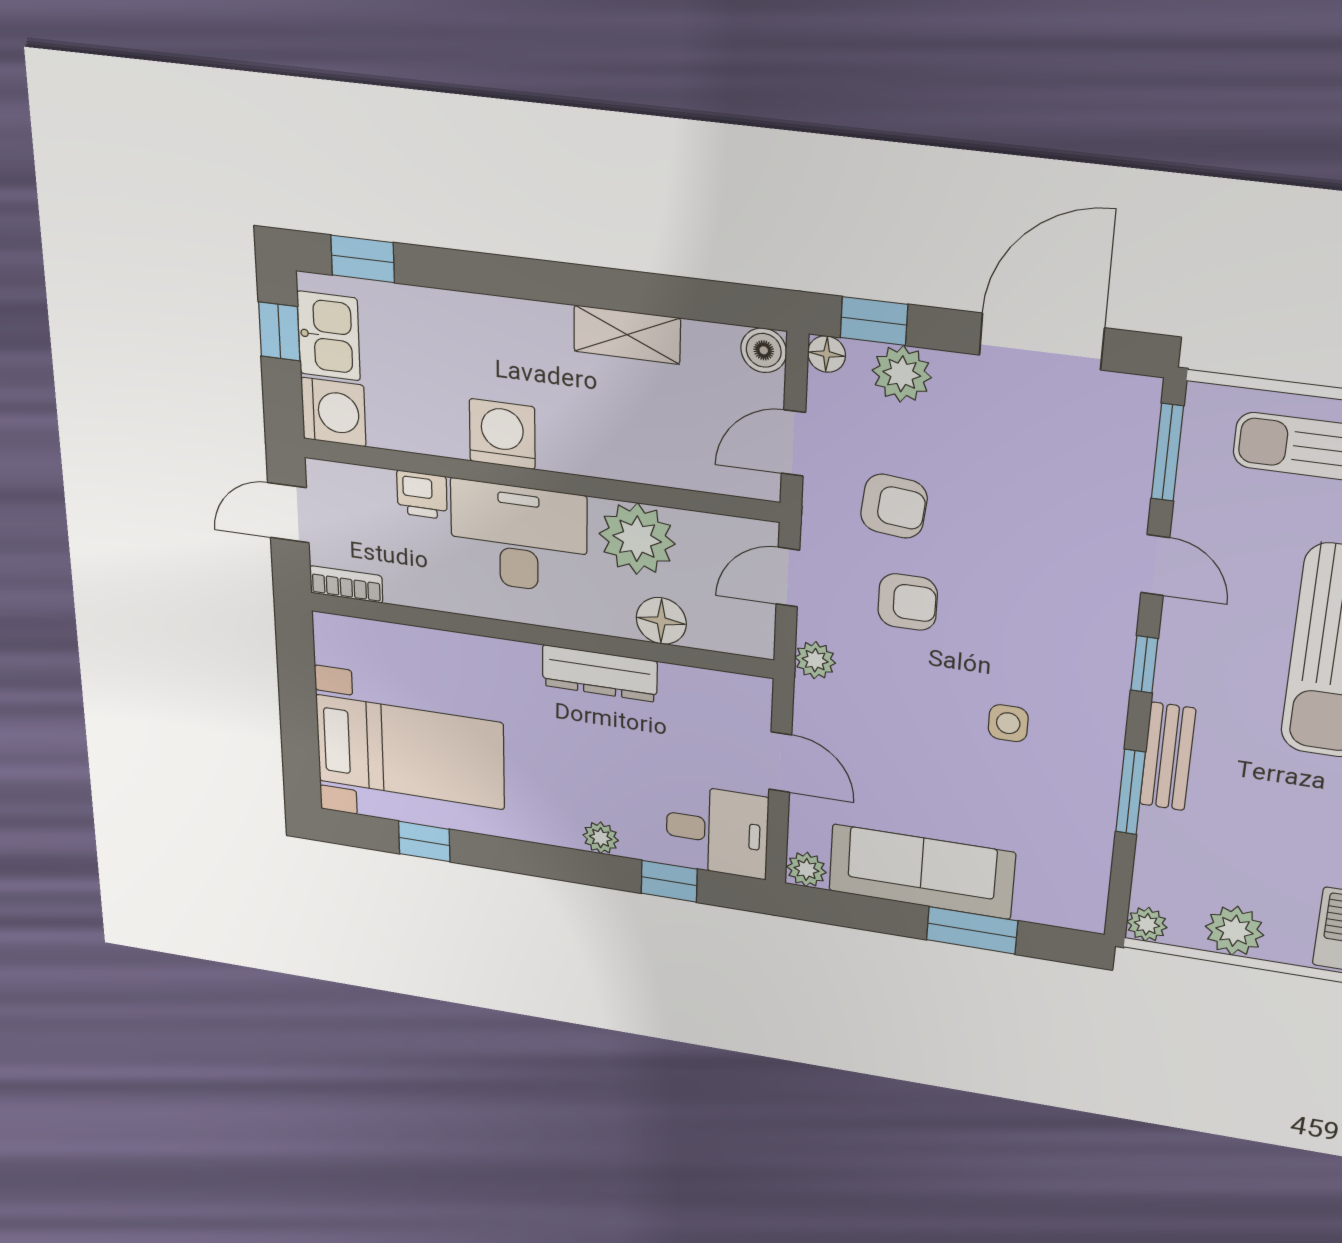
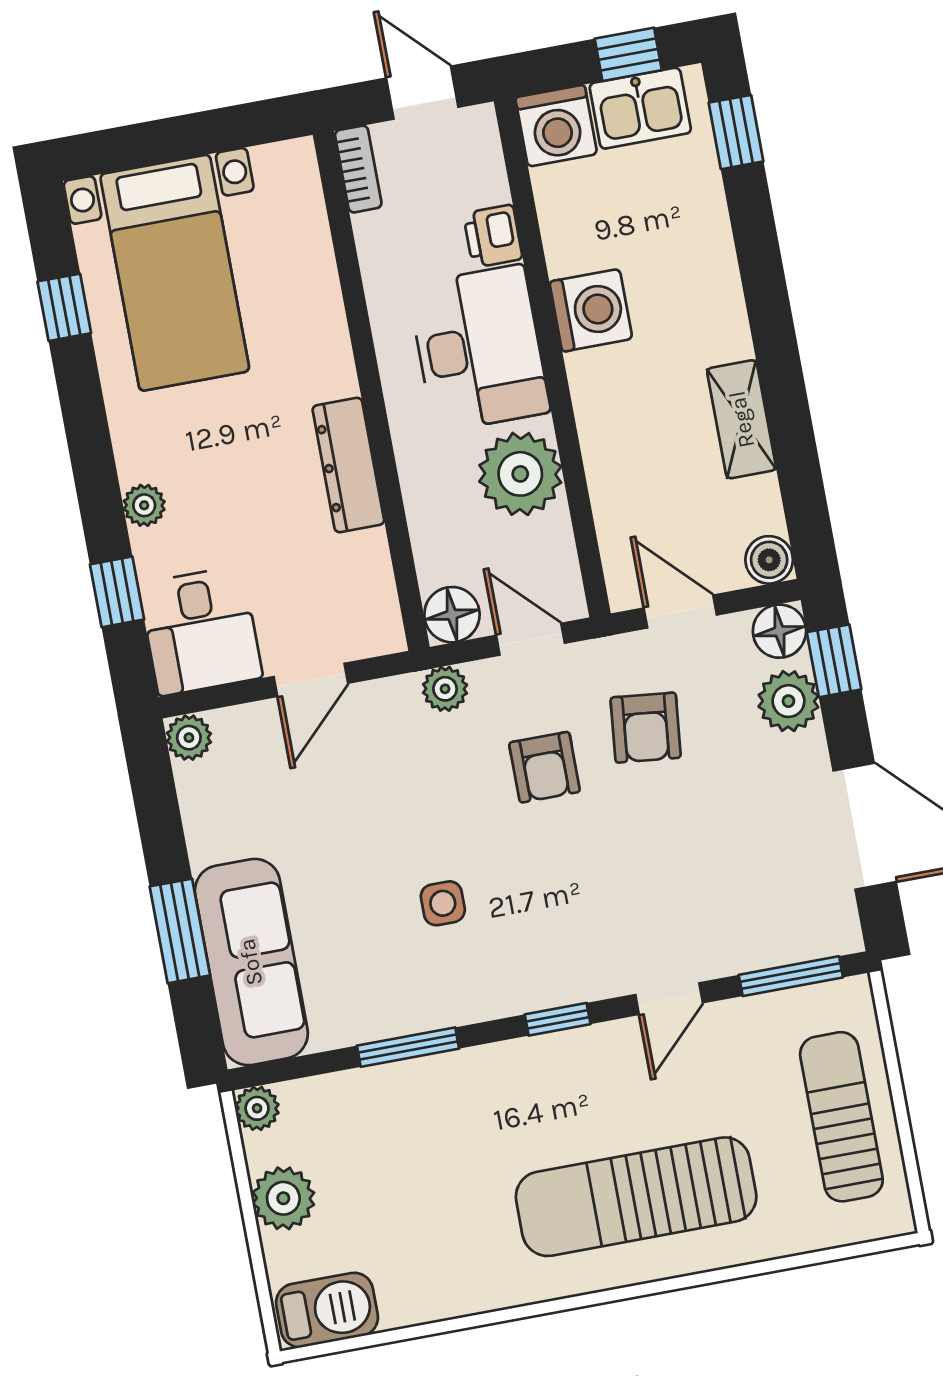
floor lamp: (827, 354) -> (779, 631), width x1.37, depth x1.37
floor lamp: (661, 621) -> (452, 615), moved
bench: (1168, 757) -> (462, 1072), removed
sofa: (922, 872) -> (251, 962), moved

